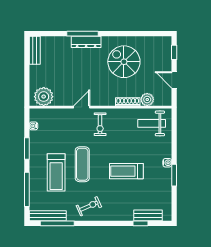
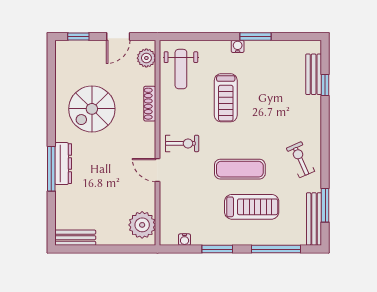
plant: (147, 100) -> (146, 58), moved
treadmill: (126, 171) -> (226, 98), moved
window: (57, 223) -> (325, 205), width x0.69

